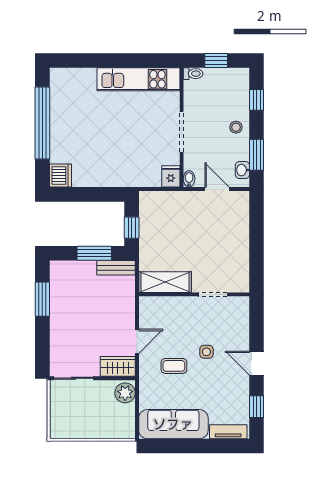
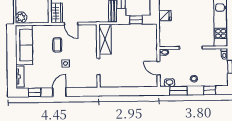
fridge: (171, 176) -> (165, 16), moved
door: (217, 189) -> (159, 68), swing flipped
plant: (125, 393) -> (21, 17), moved

